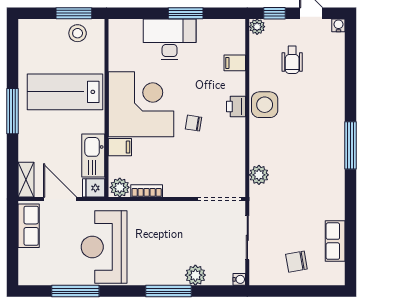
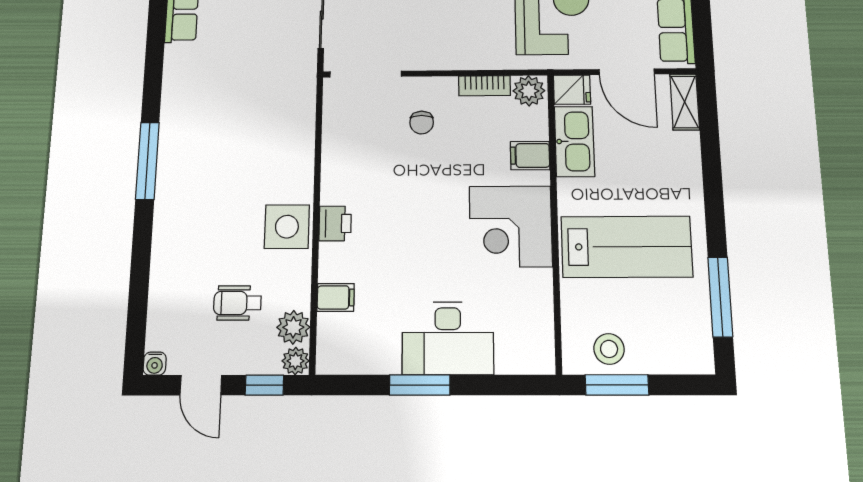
wheelchair: (292, 60) -> (237, 303), turned -90
corner desk: (141, 104) -> (511, 226), width x0.74, depth x0.74
window: (13, 111) -> (720, 297), moved
chair: (194, 123) -> (422, 123), moved, turned 81
plant: (259, 175) -> (293, 327), moved

